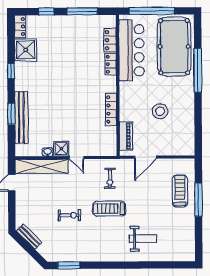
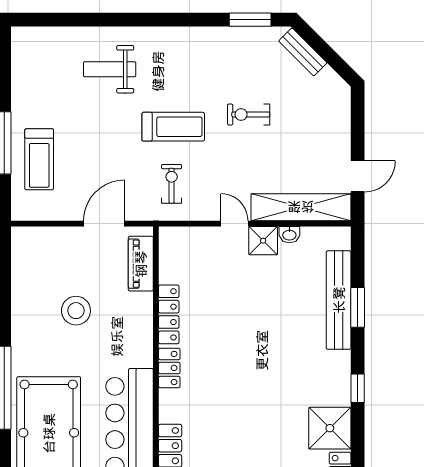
locker: (111, 64) -> (169, 368), moved
bench: (29, 237) -> (303, 52), moved

